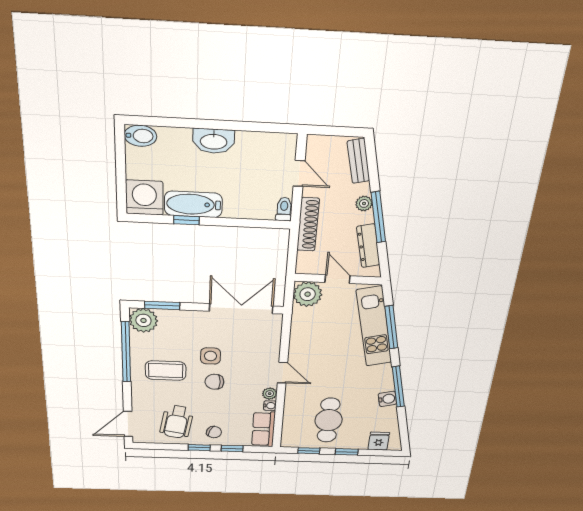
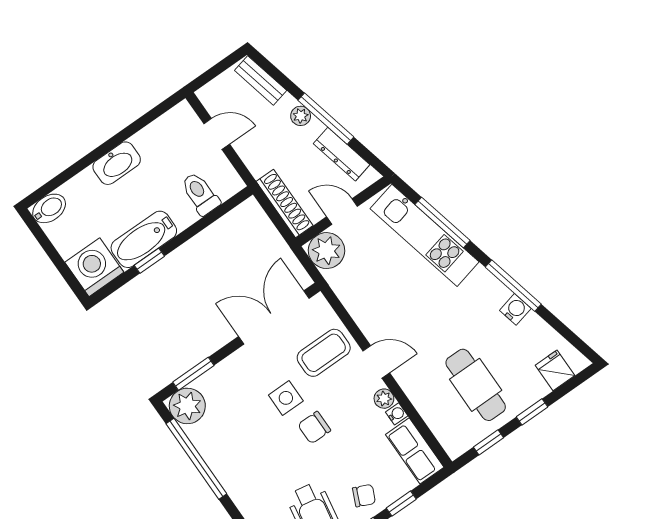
toilet: (284, 209) -> (200, 194), moved, width x1.37, depth x1.39
shoe rack: (308, 224) -> (285, 204), moved
coffee table: (166, 371) -> (324, 353), moved

